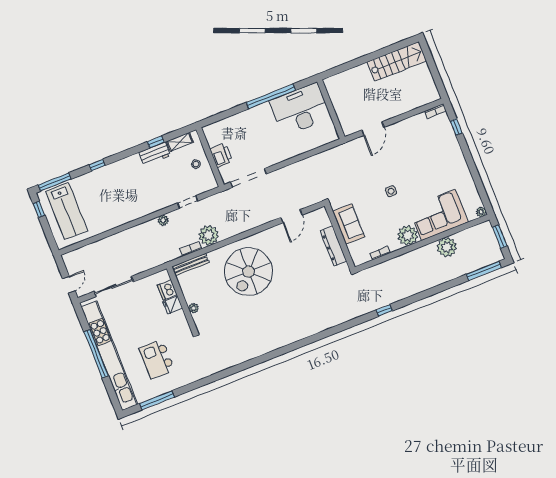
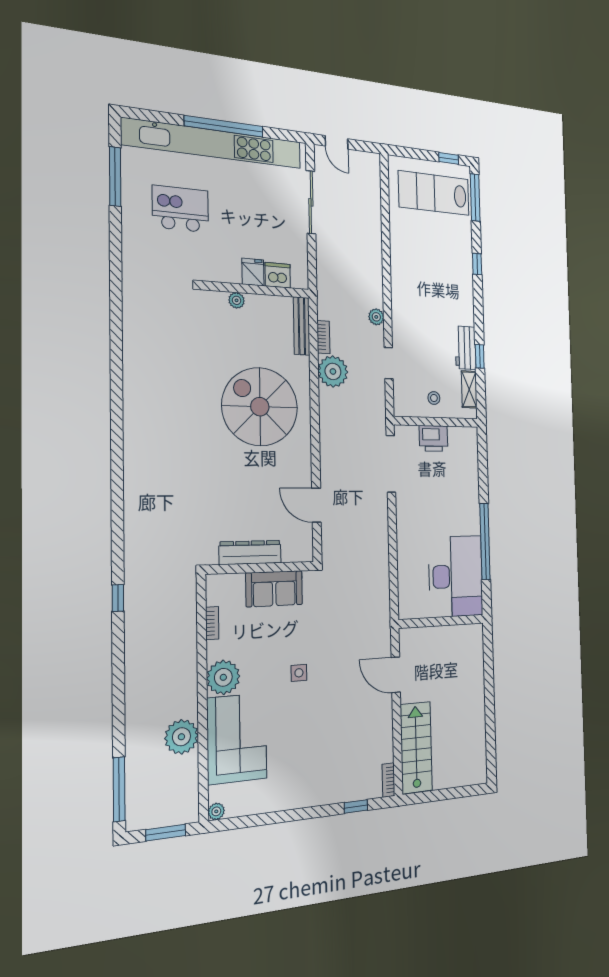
stairs: (397, 61) -> (416, 747), moved, turned 180

